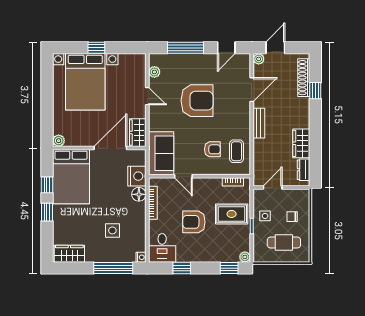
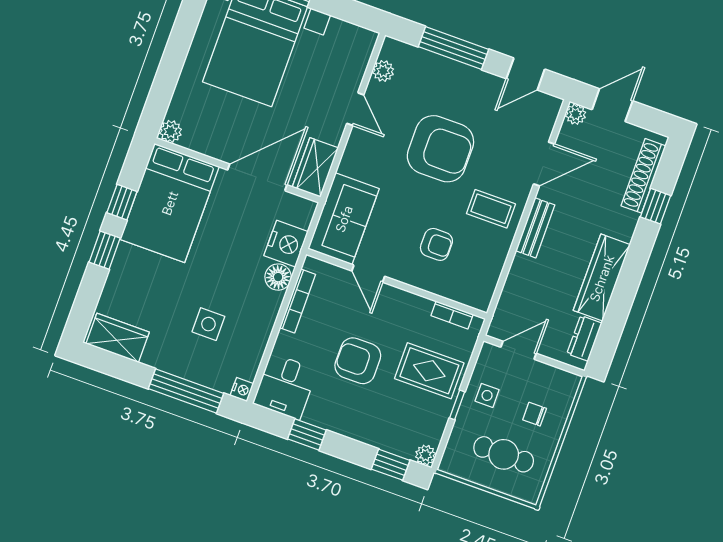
wardrobe: (301, 143) -> (602, 278), width x1.50
coffee table: (236, 151) -> (491, 209), moved, turned 90

